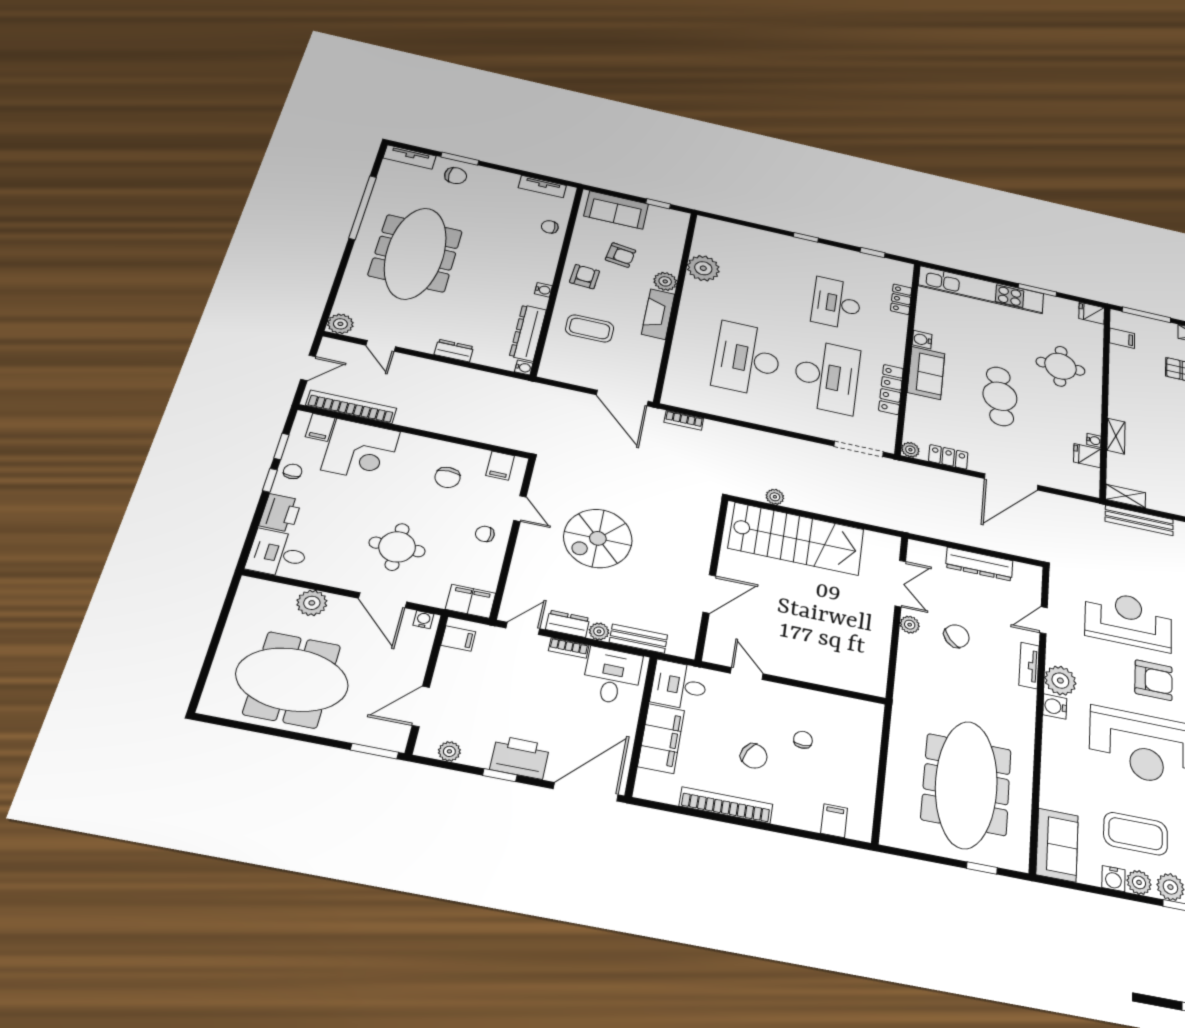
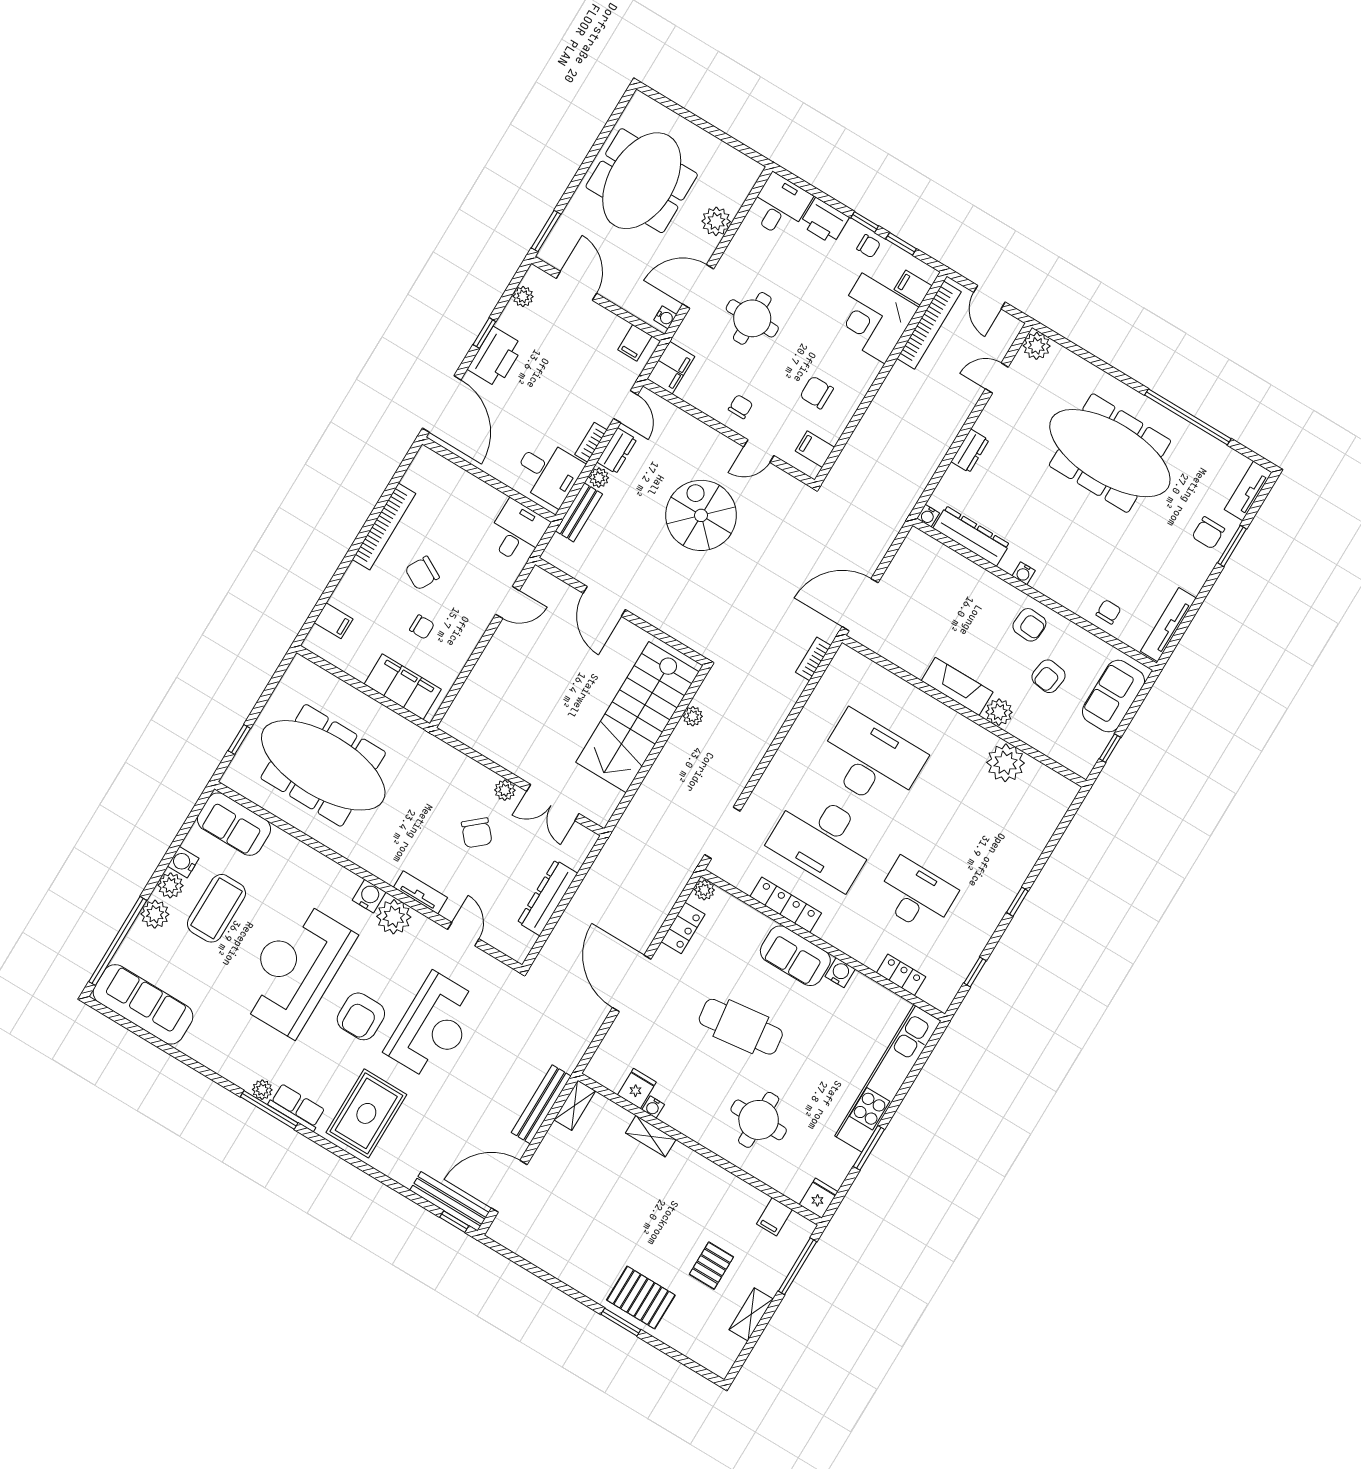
tv unit: (542, 187) -> (1168, 625), width x1.41
coffee table: (590, 328) -> (959, 604), removed
filing cabinet: (661, 738) -> (403, 687), moved, turned 180

